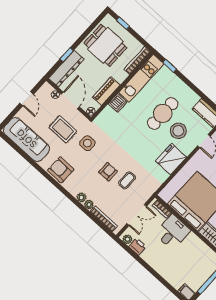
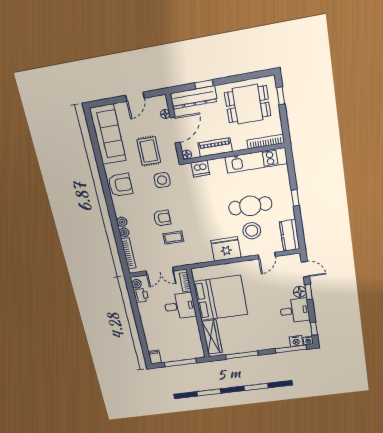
dining table: (105, 45) -> (248, 104), turned 90
window: (170, 66) -> (295, 198), moved
dishwasher: (118, 103) -> (200, 169), moved
armchair: (61, 170) -> (120, 185), turned 89

